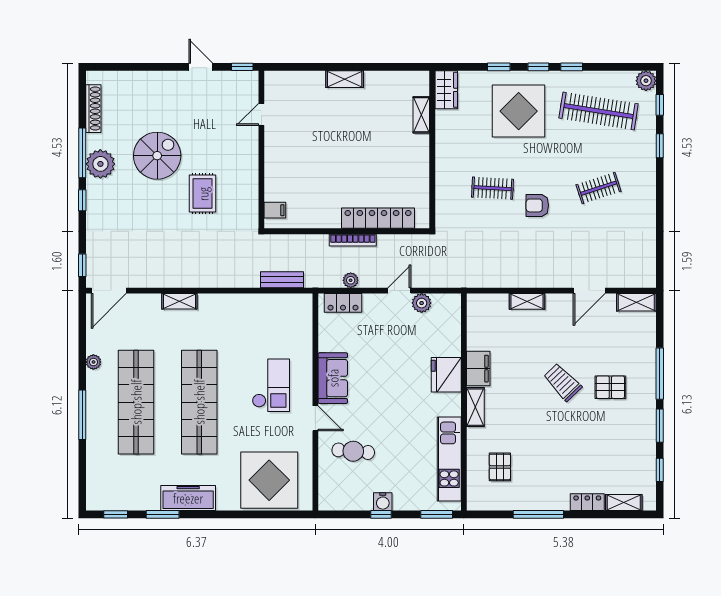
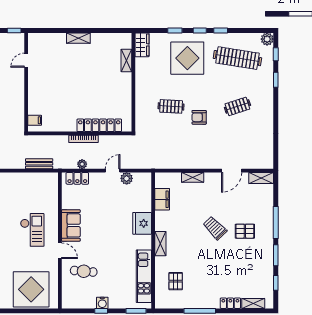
filing cabinet: (478, 369) -> (162, 199), moved

